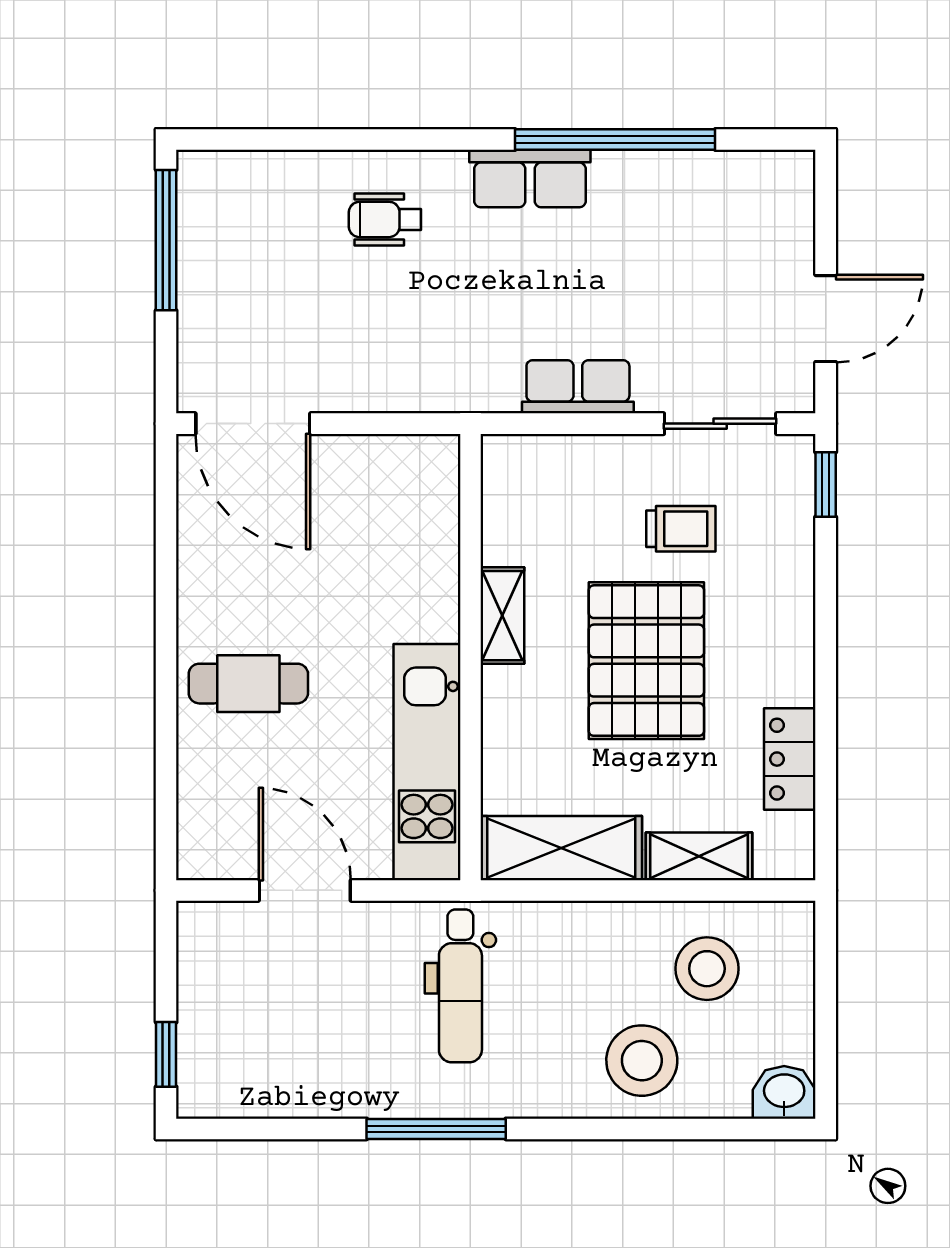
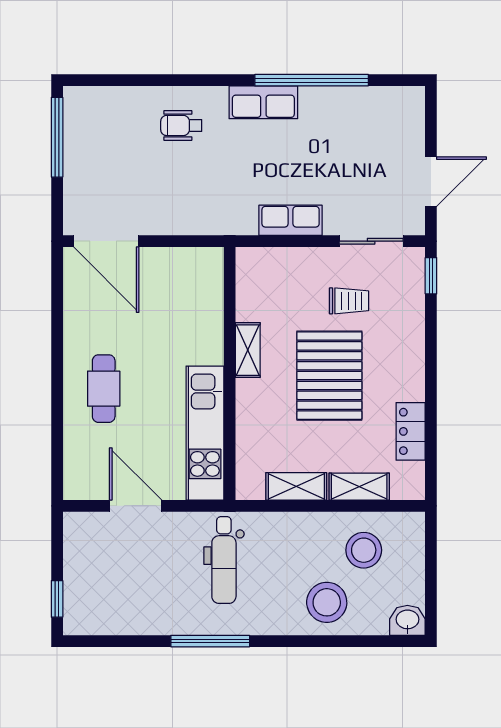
cafe table: (248, 684) -> (104, 389), turned 90
shelving: (561, 848) -> (296, 486), width x0.67, depth x0.75

